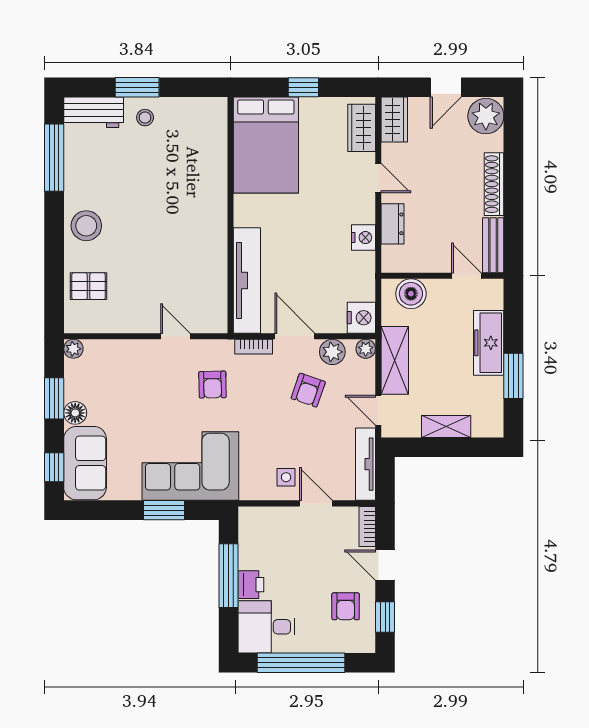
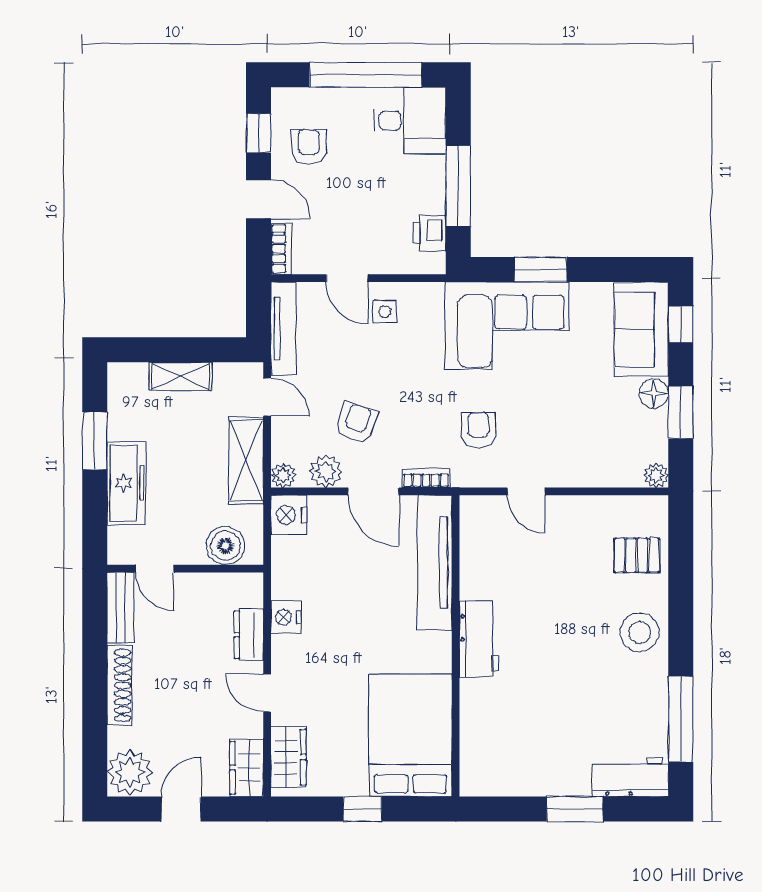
stool: (145, 118) -> (565, 770), removed
workbench: (212, 220) -> (479, 639), added
printer: (251, 585) -> (430, 233), moved

